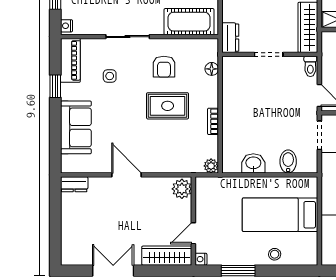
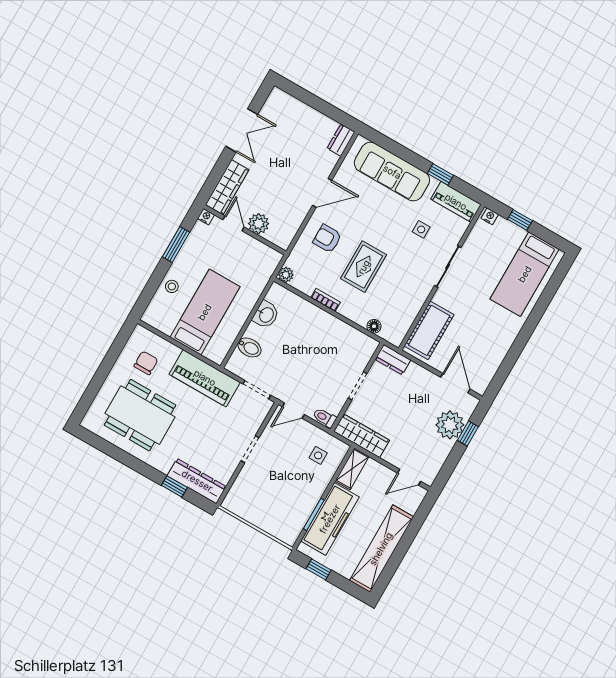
armchair: (164, 67) -> (327, 239), moved
sofa: (76, 127) -> (392, 172), width x1.36
plant: (182, 189) -> (259, 224), moved

